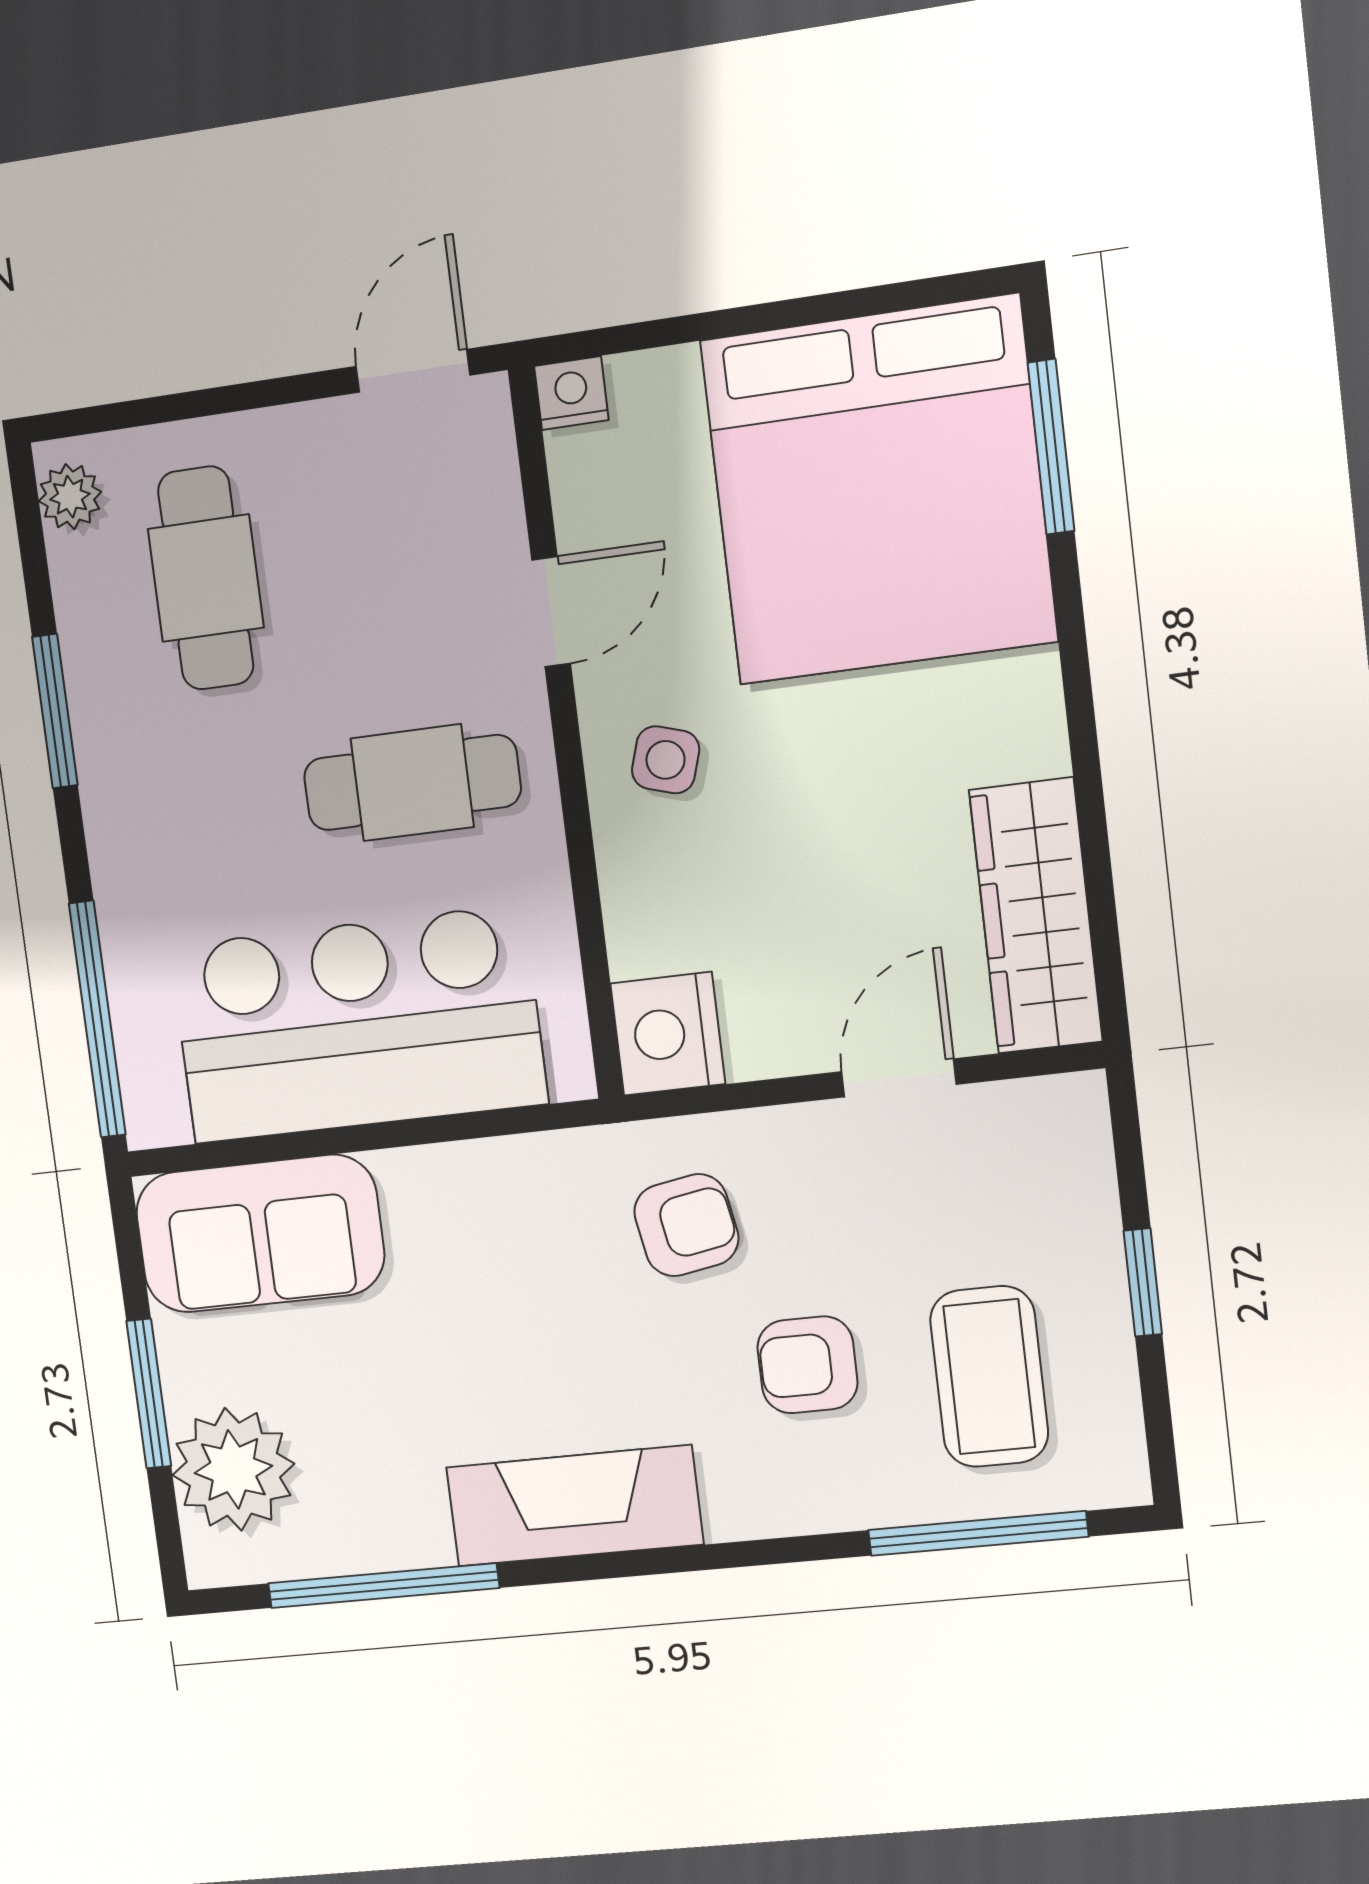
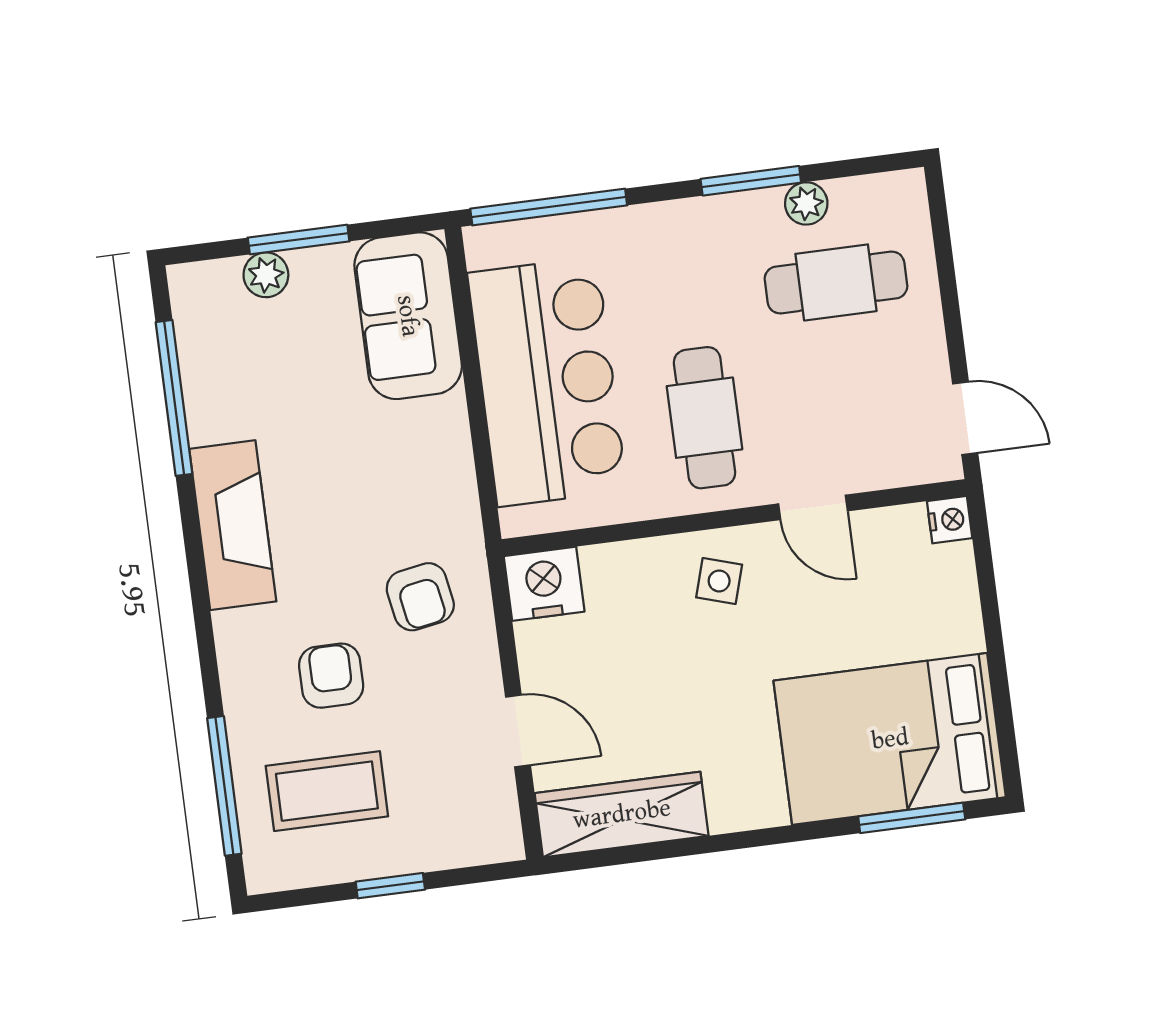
bed: (879, 491) -> (890, 739), width x0.73
plant: (70, 497) -> (806, 203), moved
plant: (233, 1469) -> (266, 275), width x0.53, depth x0.53

